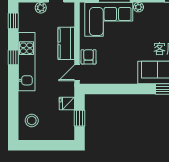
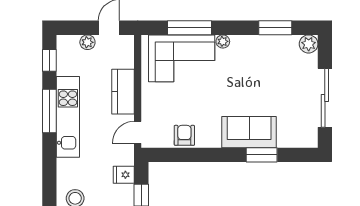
window: (13, 57) -> (49, 111), width x2.17
armchair: (89, 57) -> (184, 135), moved

